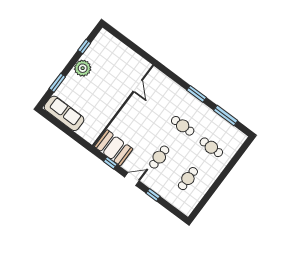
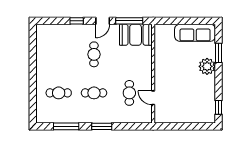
window: (84, 47) -> (219, 107), moved
plant: (83, 68) -> (207, 66), moved
window: (110, 163) -> (129, 21), width x2.17
cafe table: (188, 179) -> (129, 93), moved

